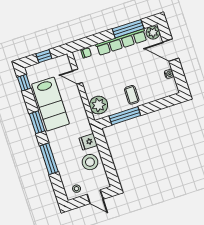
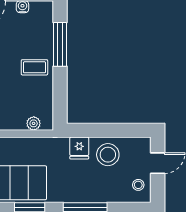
plant: (99, 105) -> (34, 123), width x0.53, depth x0.53
window: (125, 116) -> (60, 44), moved

